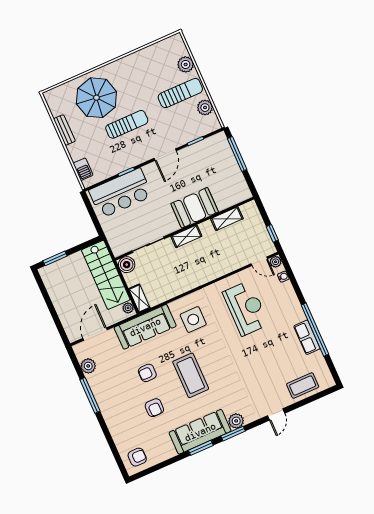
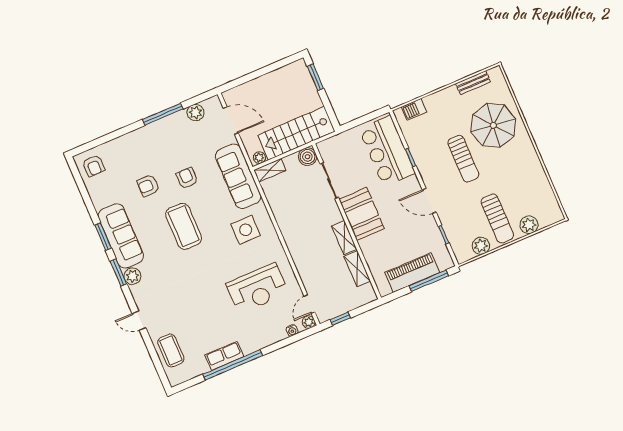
bench: (64, 130) -> (473, 83), moved
piano: (230, 169) -> (412, 273), added
booth: (195, 208) -> (362, 214), moved
shelving: (186, 236) -> (344, 238), moved
coffee table: (191, 375) -> (184, 226), turned 90

